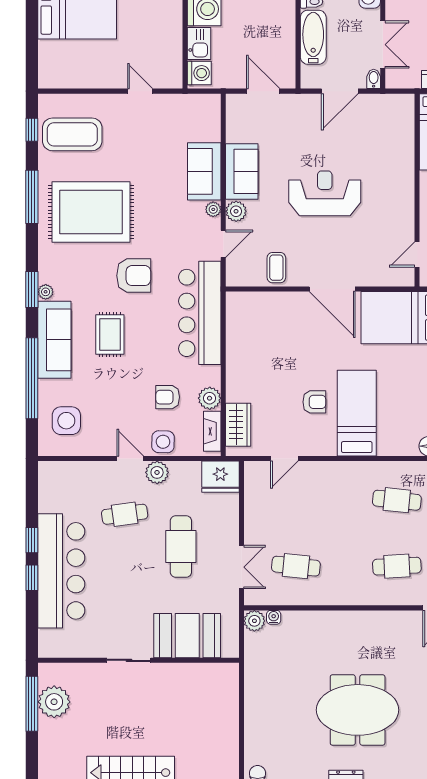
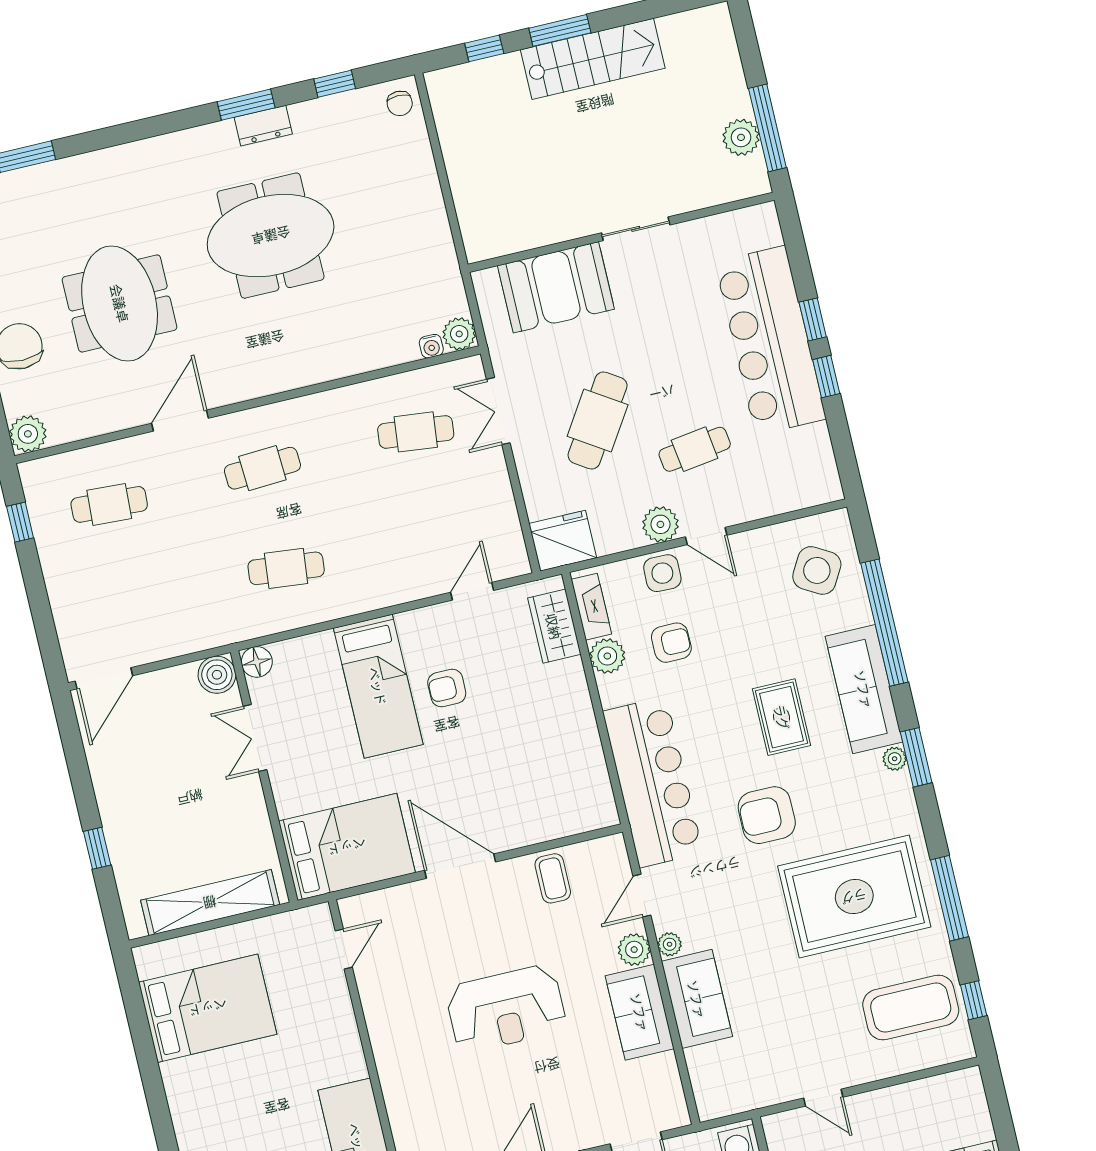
side table: (66, 421) -> (817, 570), turned 30
cafe table: (181, 546) -> (598, 420), turned 33
plant: (54, 702) -> (741, 137), width x0.73, depth x0.73

